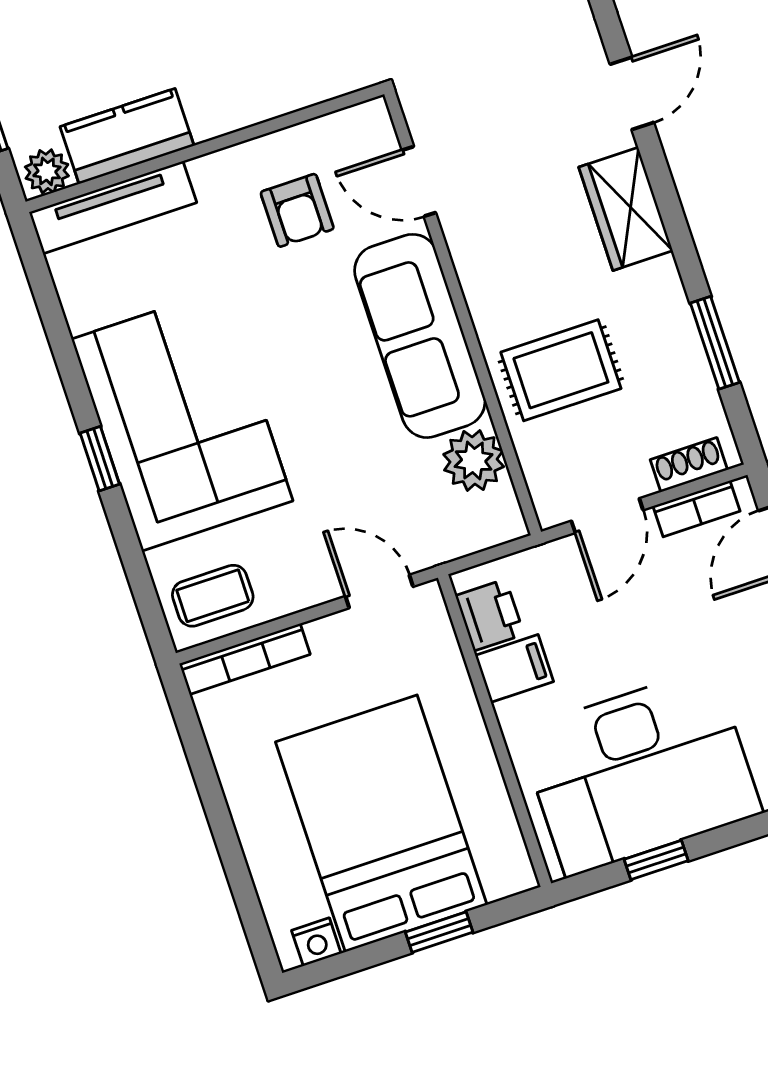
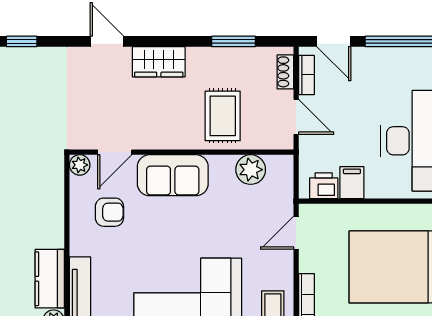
plant: (371, 121) -> (80, 165), added
sofa: (420, 336) -> (173, 175), width x0.73

